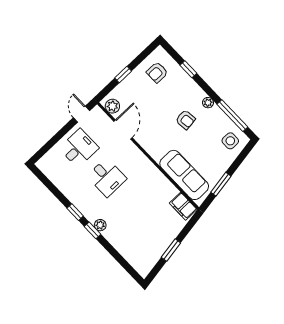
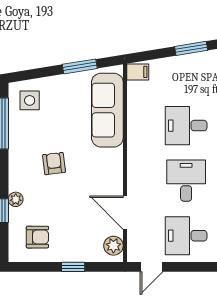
plant: (208, 103) -> (16, 199), moved
door: (123, 129) -> (125, 213), hinge flipped
filing cabinet: (183, 206) -> (138, 72), width x0.50
desk: (135, 207) -> (186, 126), added

